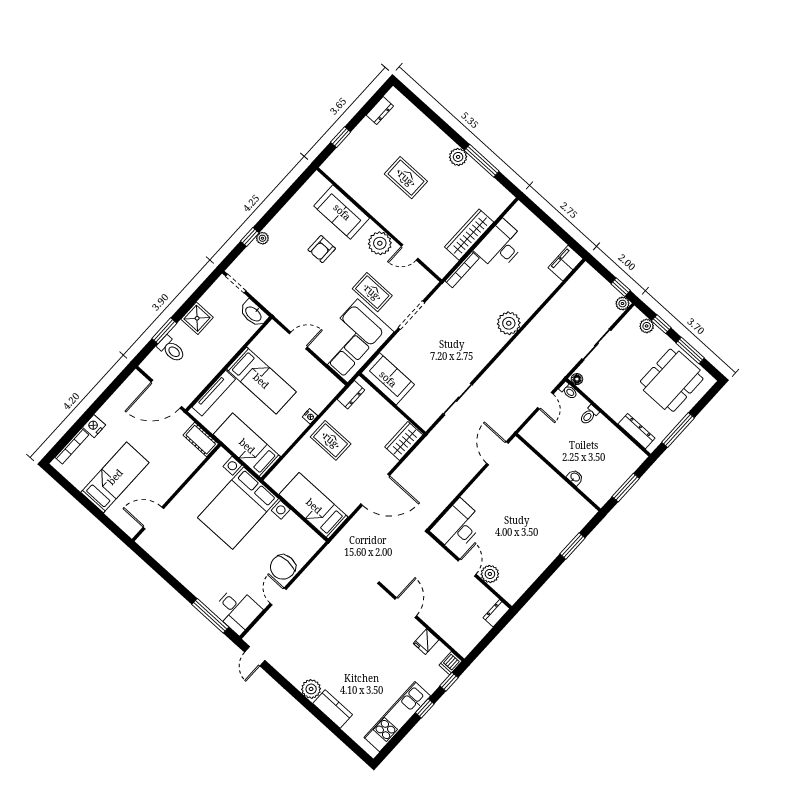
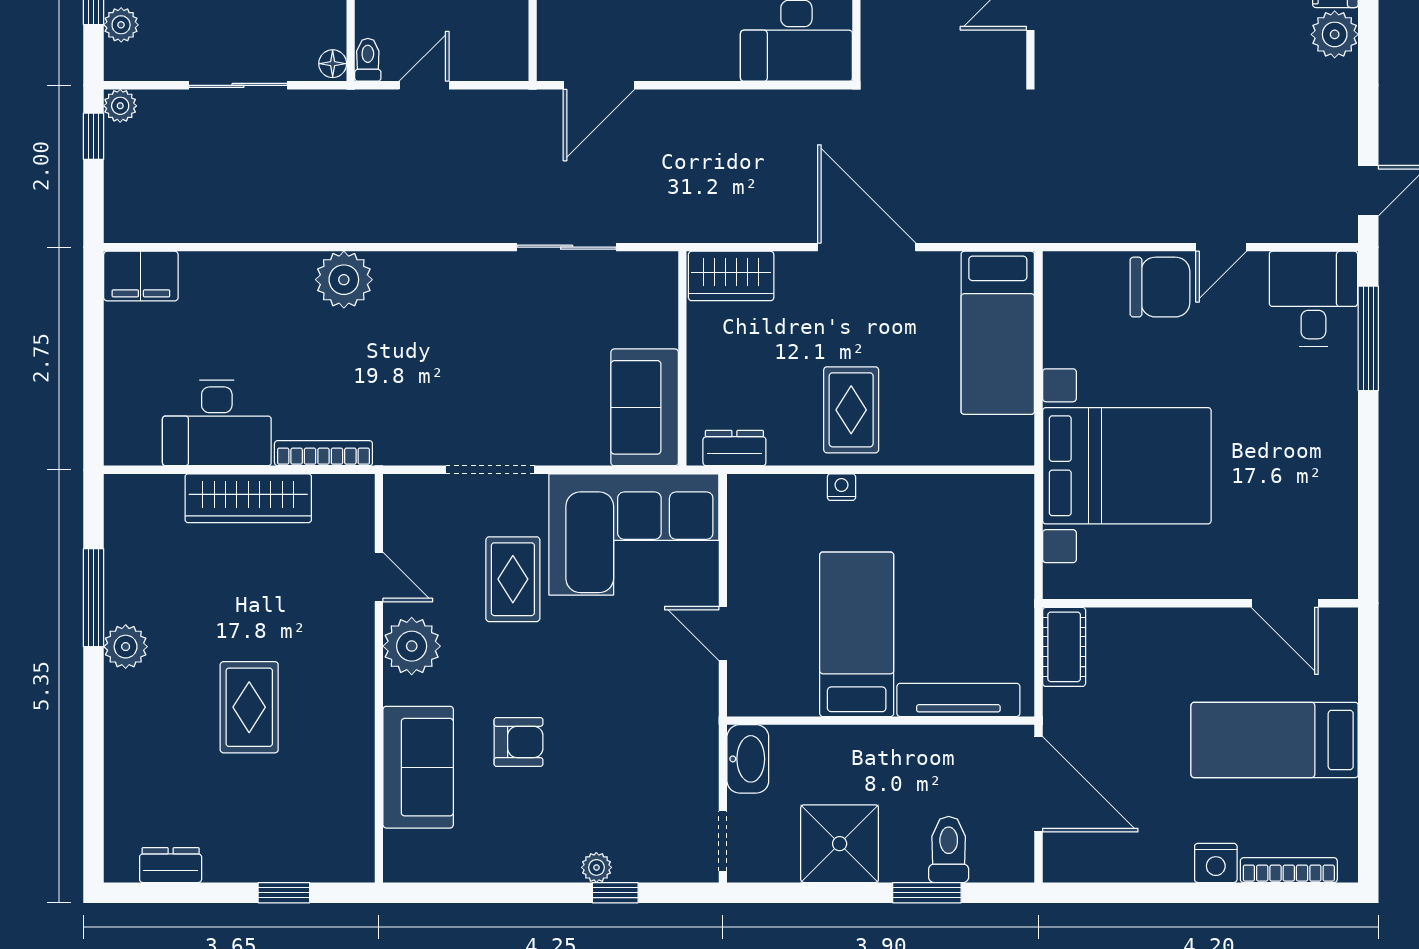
shower: (197, 318) -> (840, 844), width x1.36, depth x1.36
bed: (247, 446) -> (999, 553), removed

